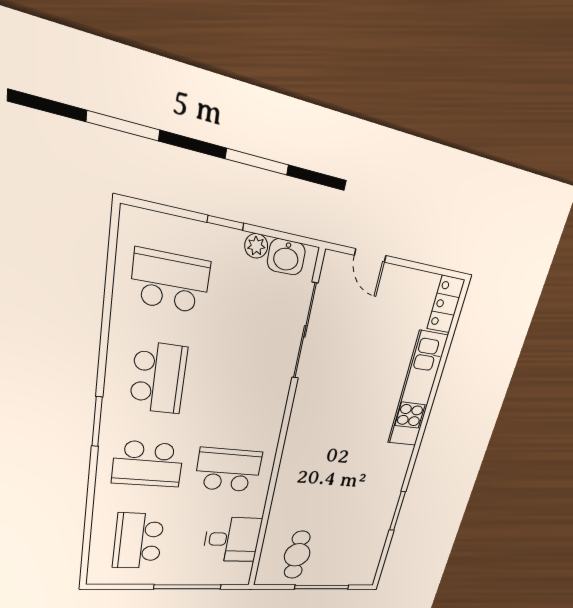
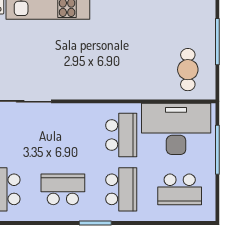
school desk: (228, 470) -> (121, 135), turned 180
desk: (232, 539) -> (176, 129), width x1.87, depth x1.30
cafe table: (297, 555) -> (188, 70), turned 90

